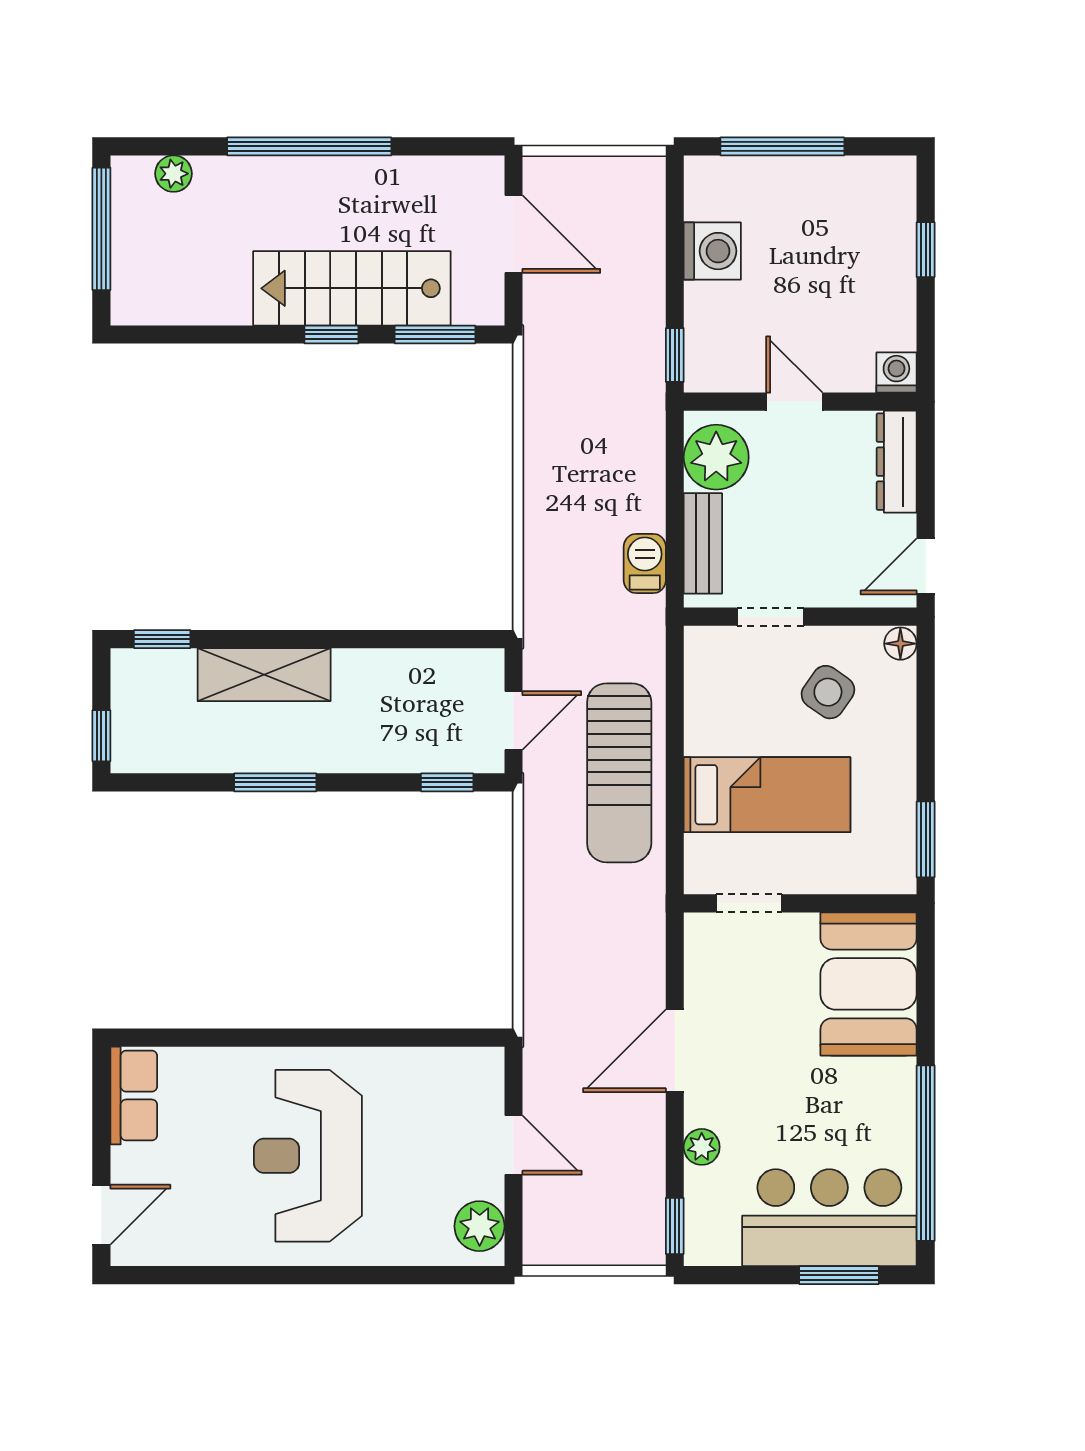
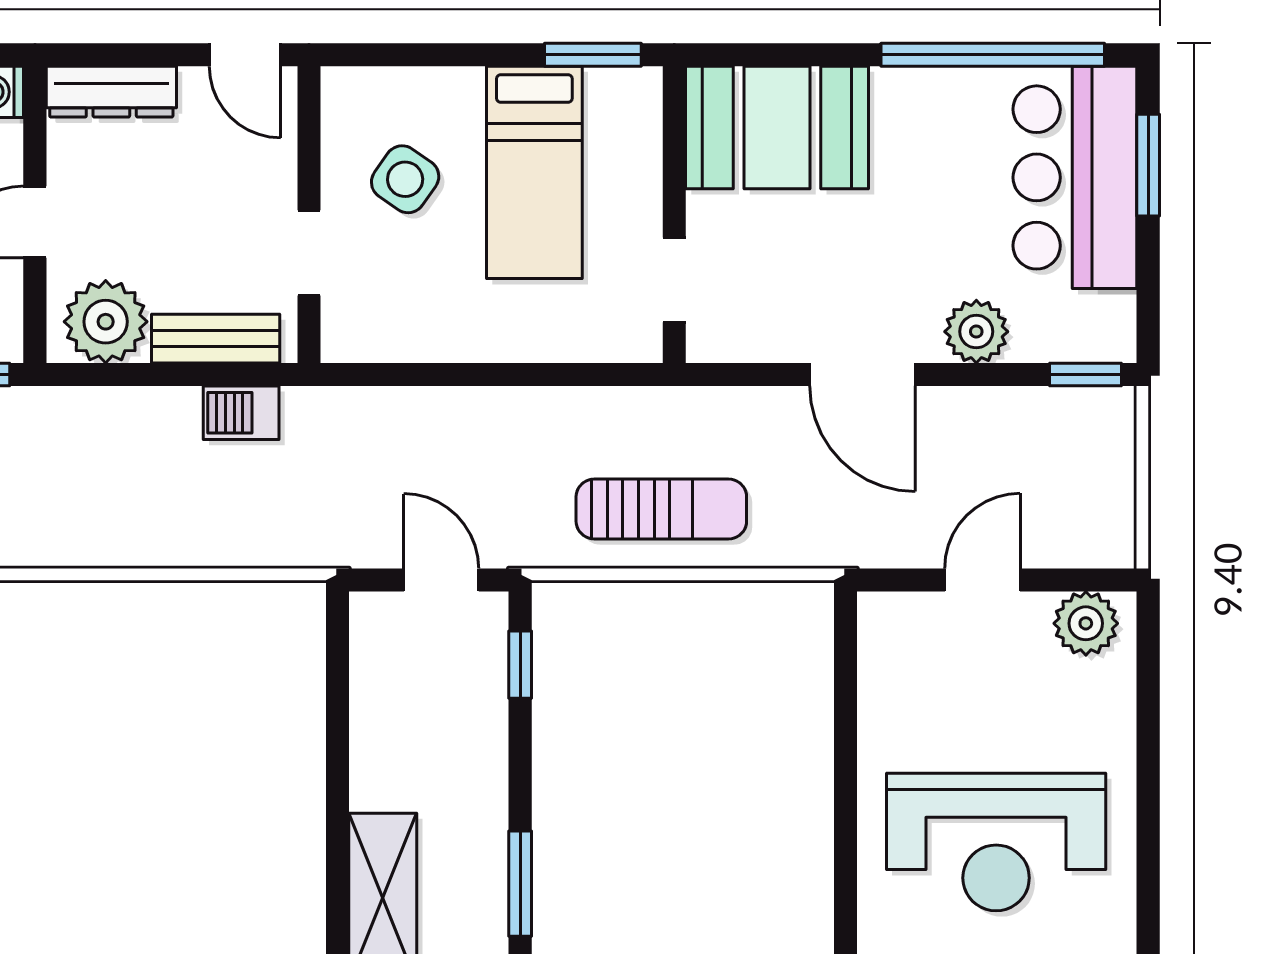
floor lamp: (900, 644) -> (343, 87), removed
sun lounger: (619, 773) -> (661, 509), moved, width x0.73, depth x0.75
bed: (767, 795) -> (534, 172), moved, turned 180
plant: (702, 1147) -> (976, 332), width x1.38, depth x1.38

